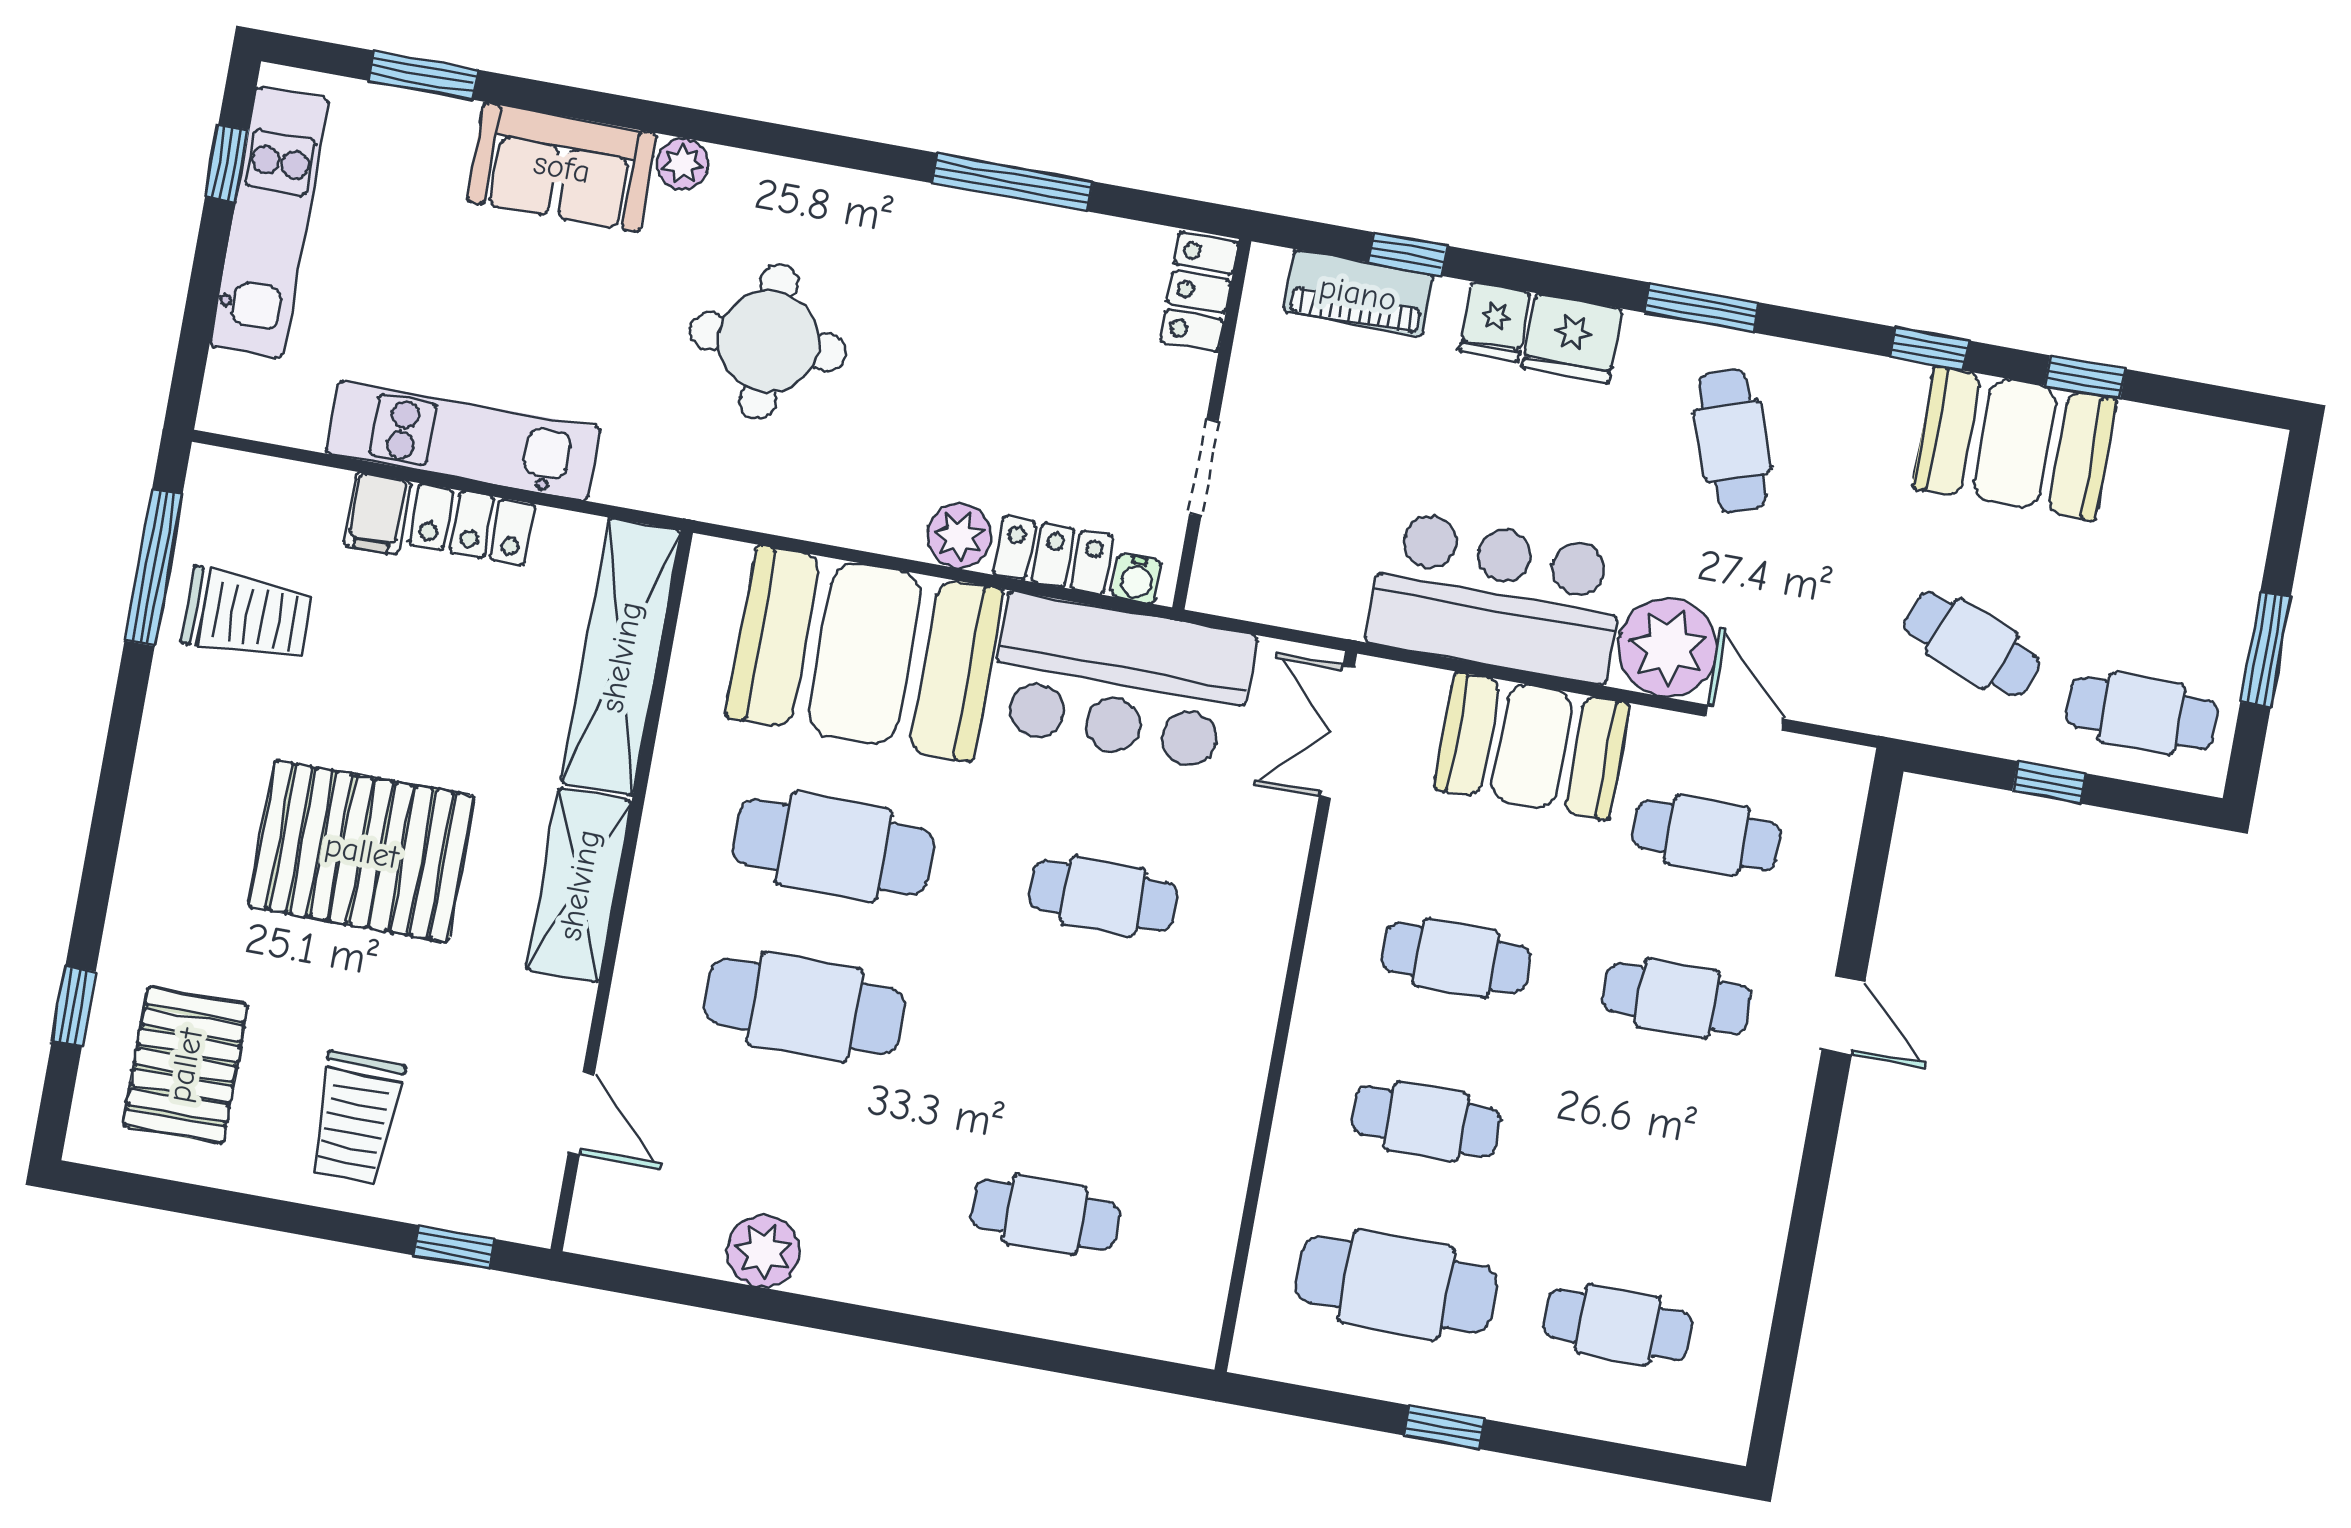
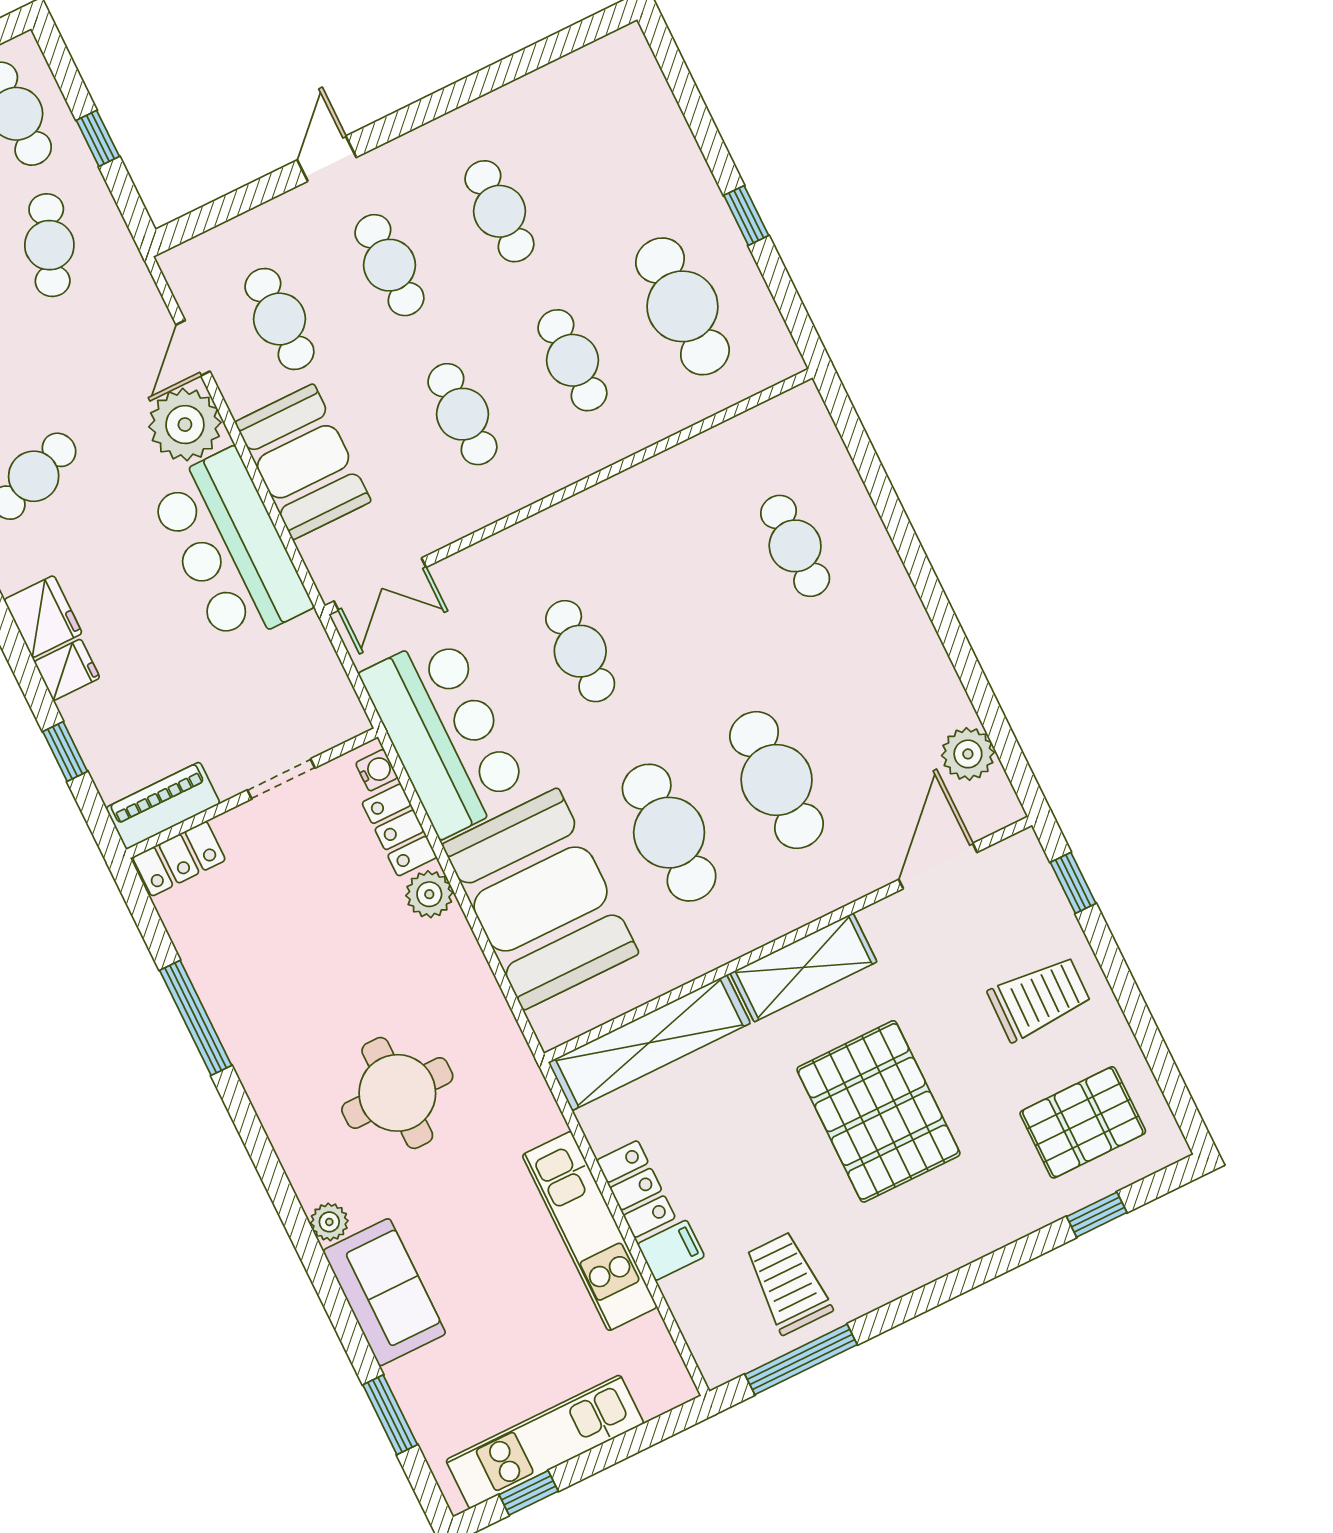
piano: (1358, 293) -> (163, 806), moved, turned -90
door: (581, 1113) -> (938, 866), width x1.38
plant: (763, 1251) -> (968, 754), moved
cafe table: (1618, 1325) -> (499, 211), moved

